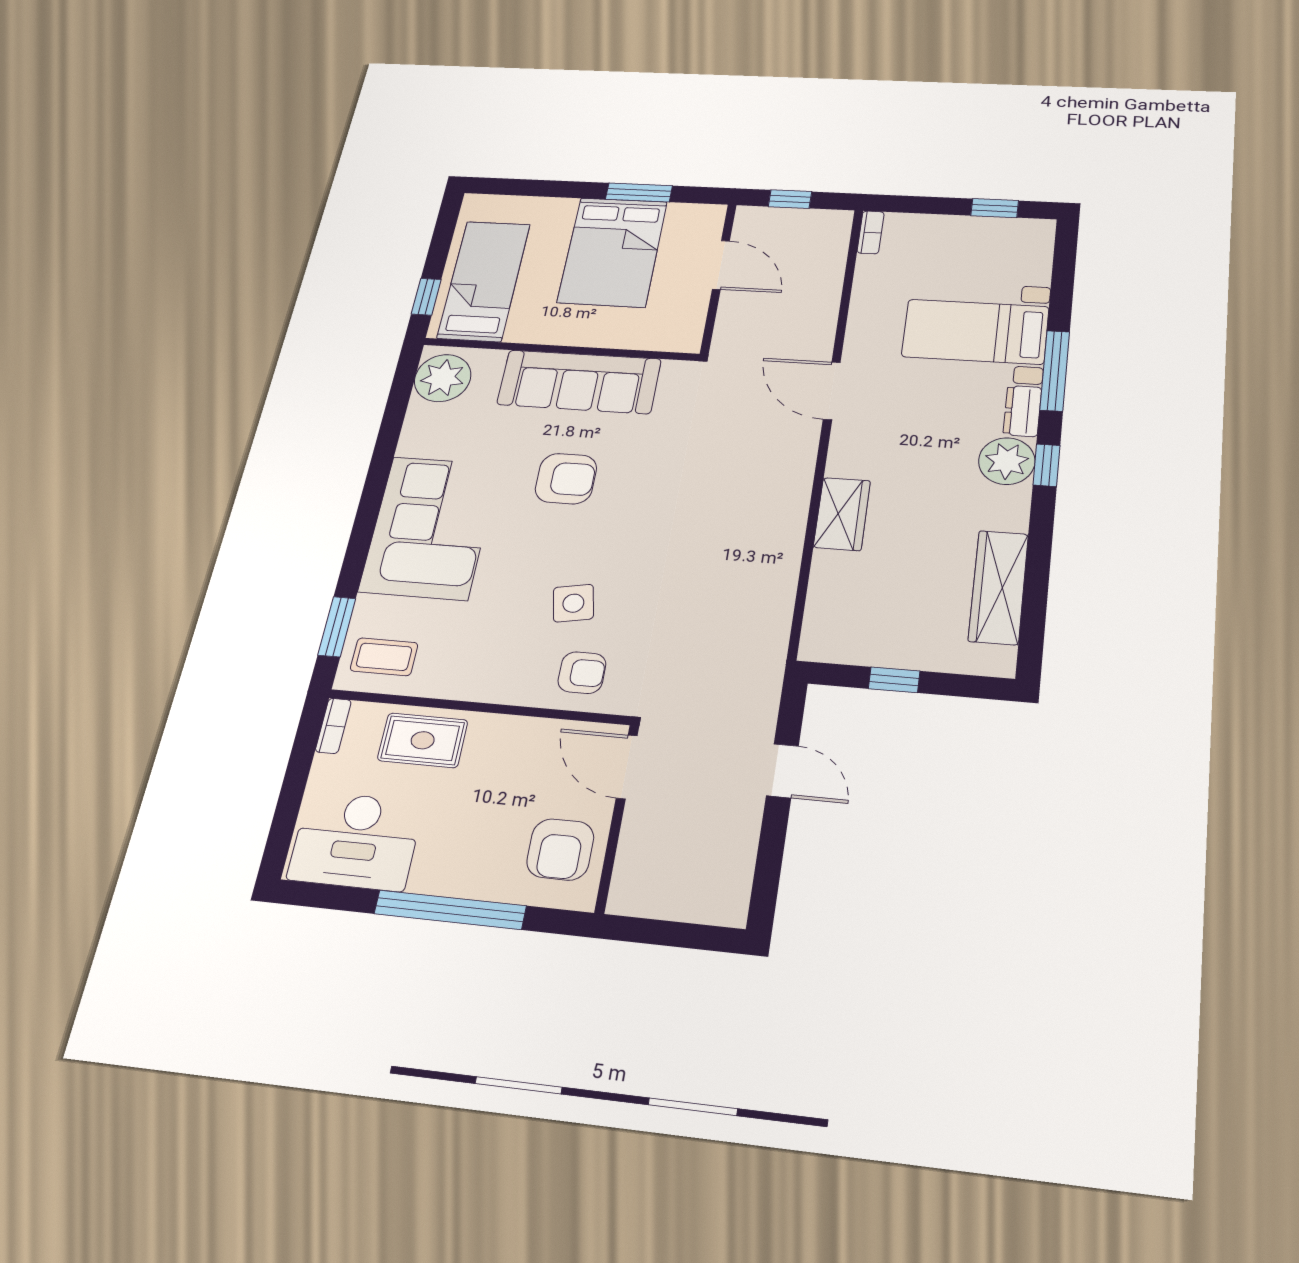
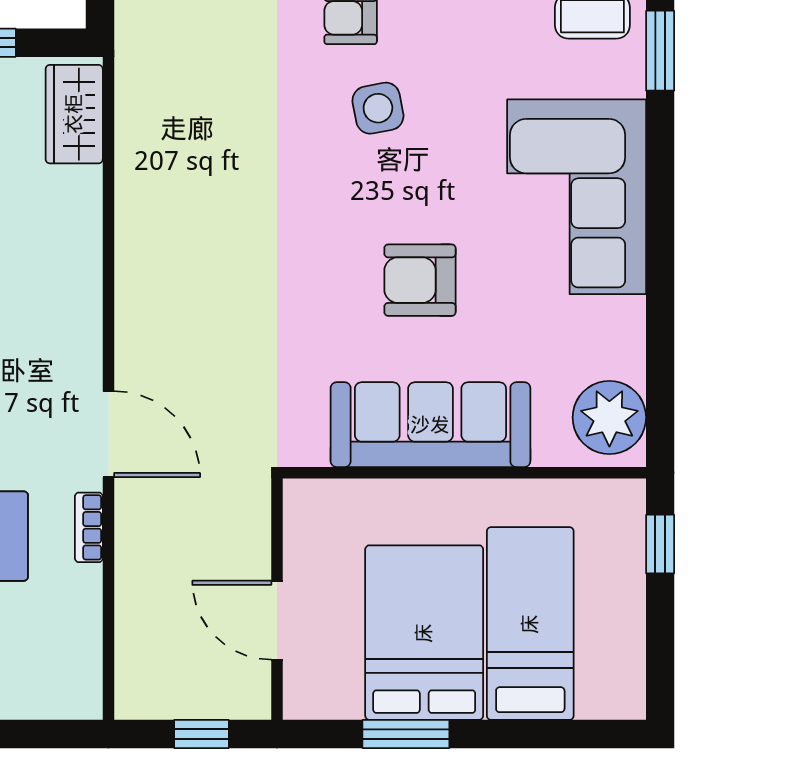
bookcase: (871, 232) -> (89, 527), moved
bed: (484, 281) -> (530, 624), moved, turned 180
wardrobe: (842, 514) -> (74, 114), moved

